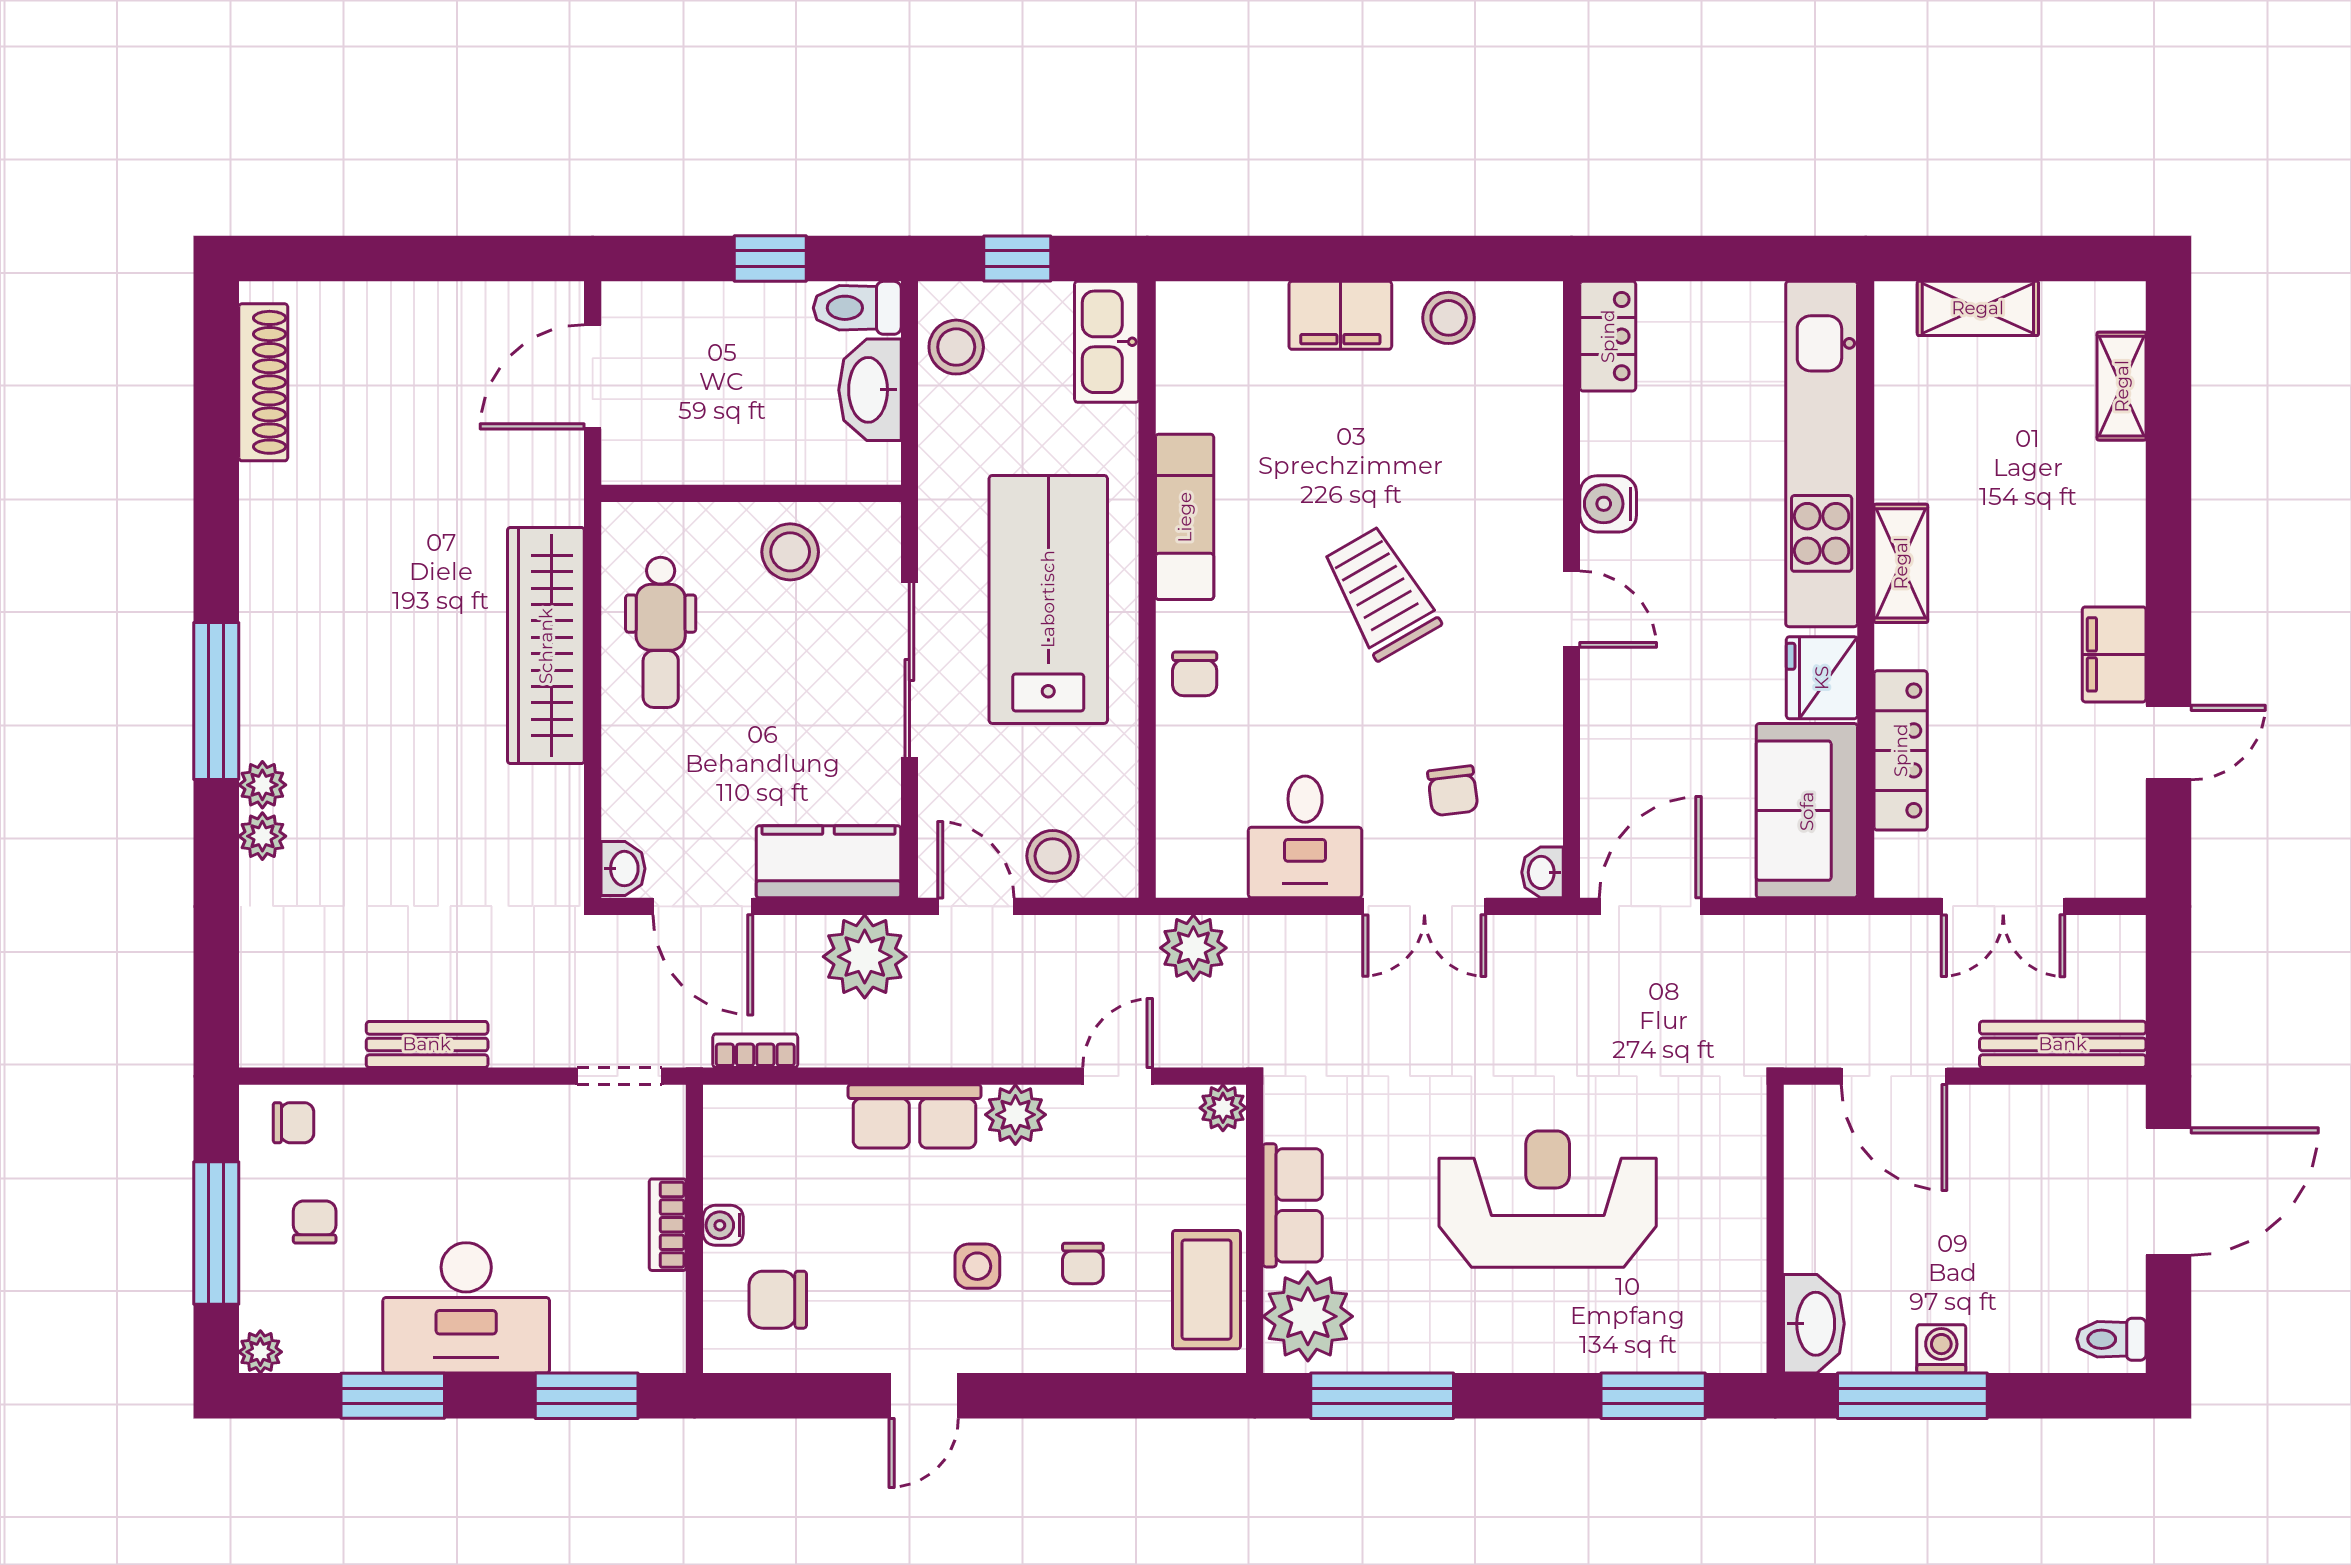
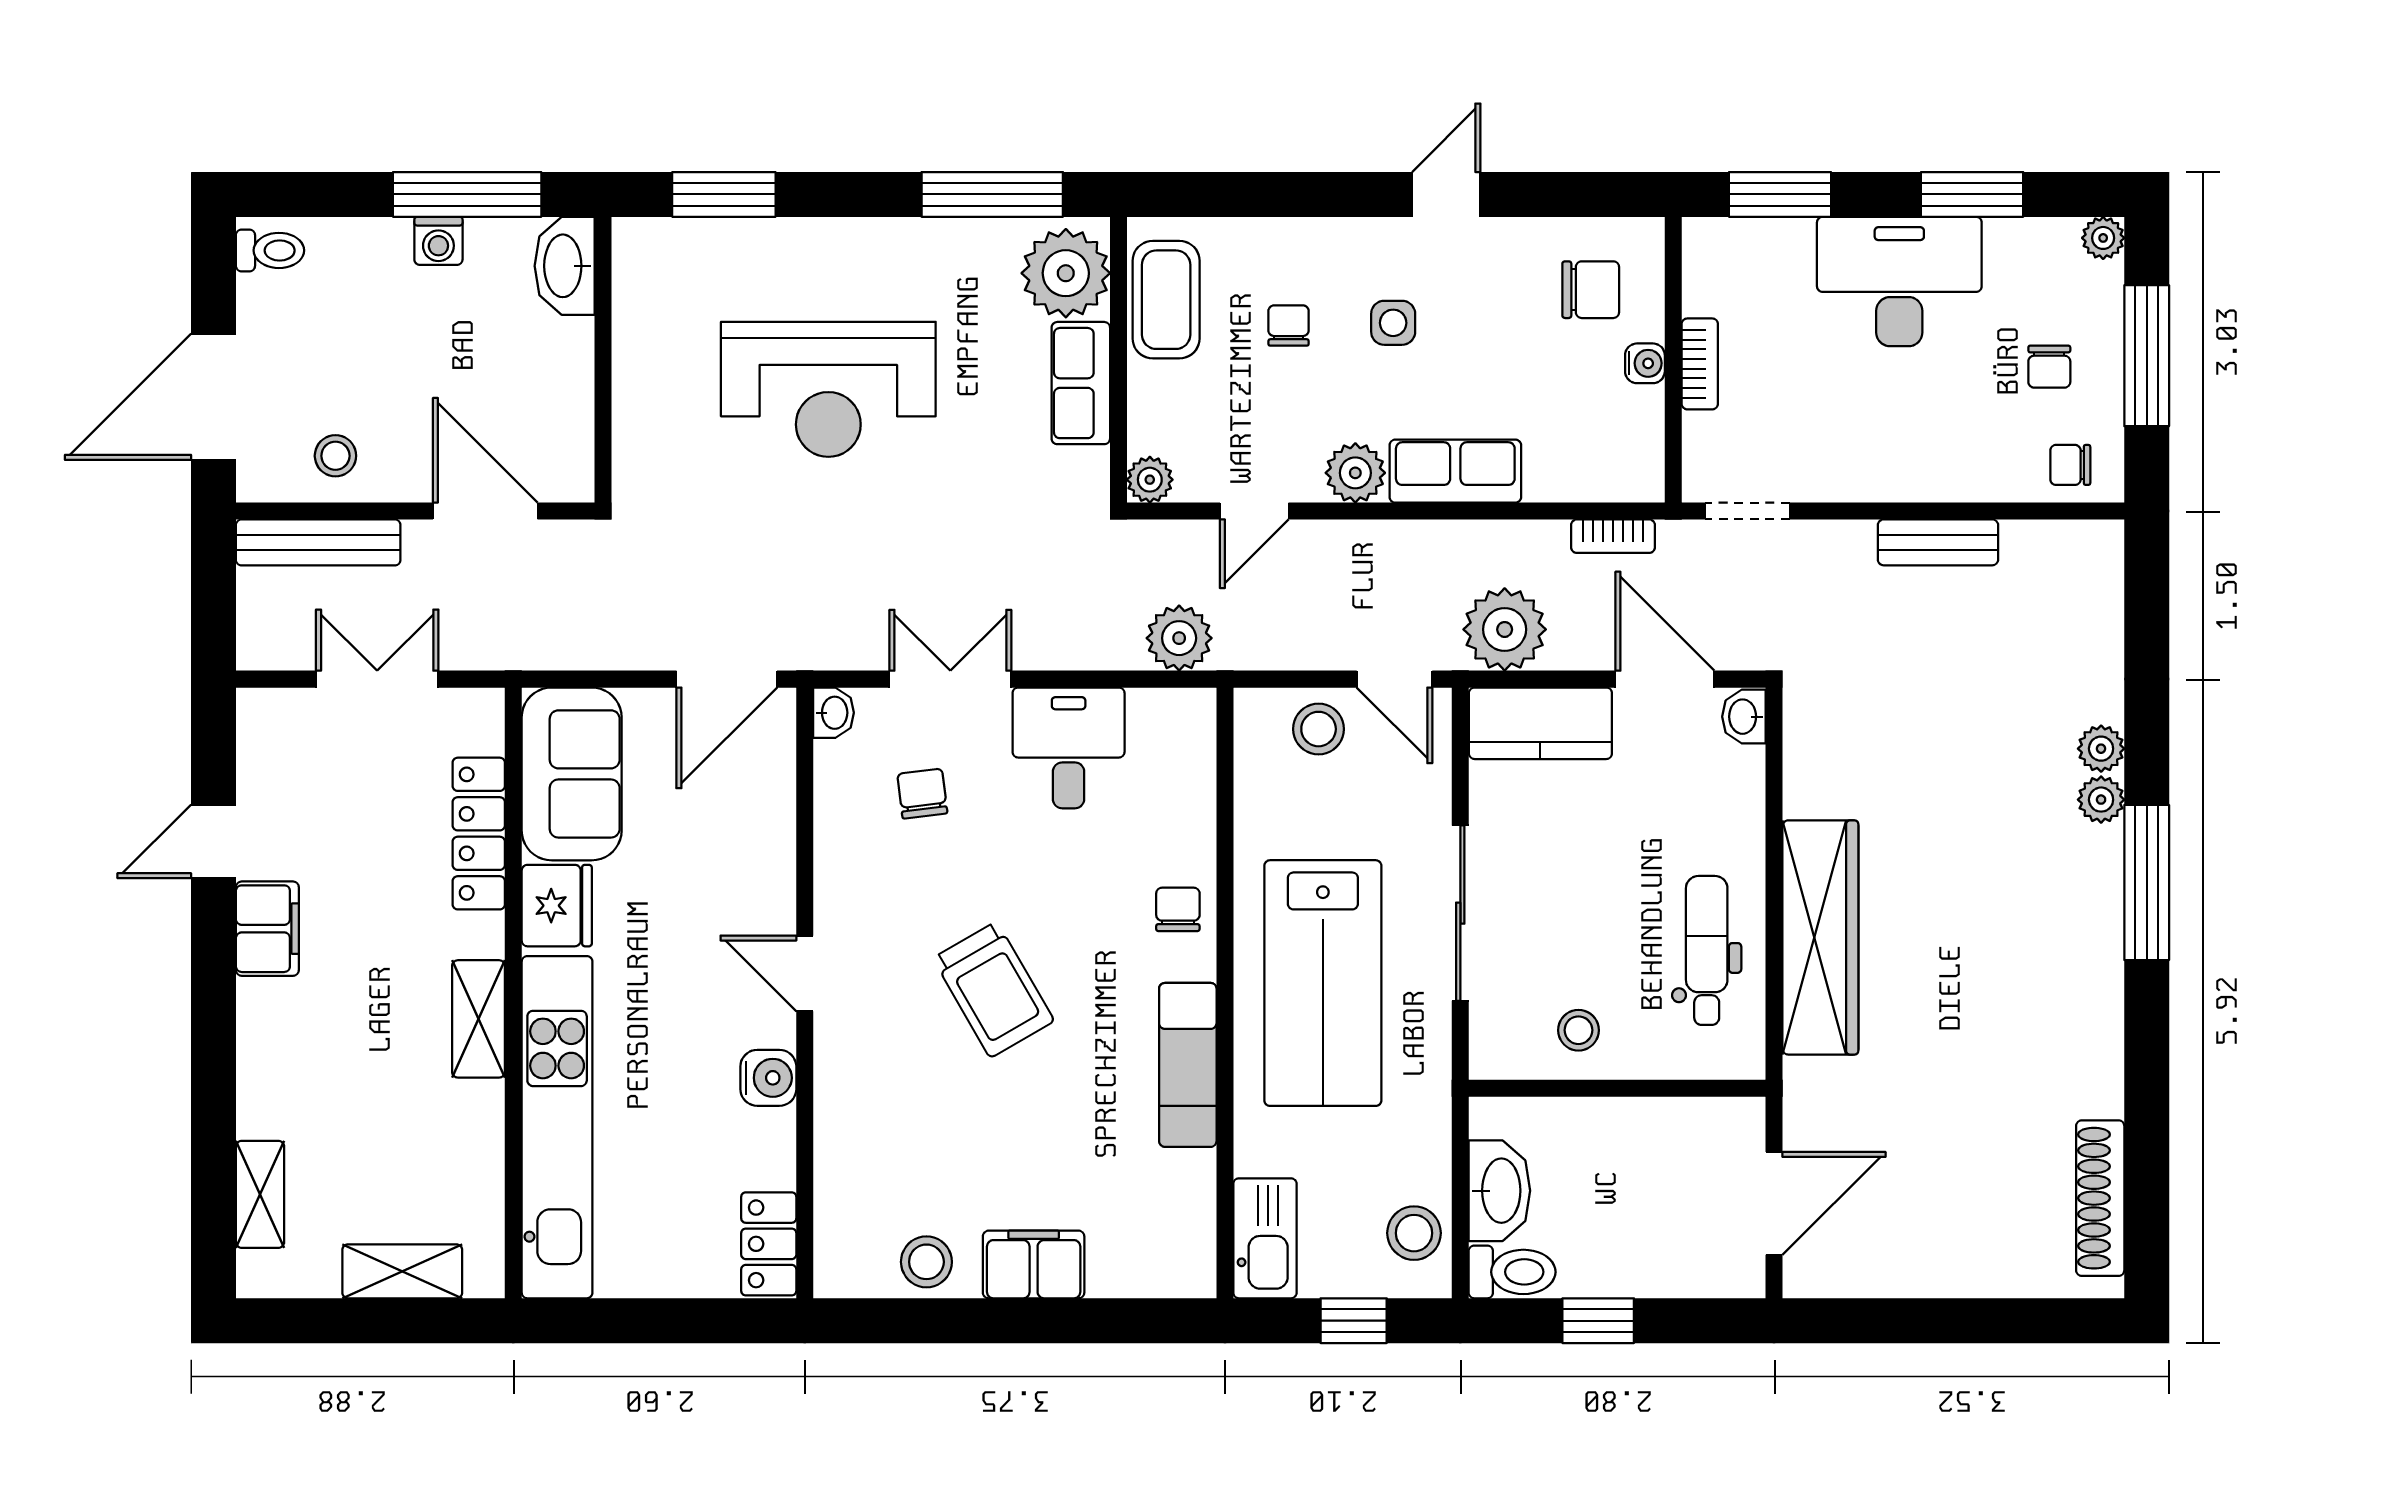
stool: (790, 552) -> (1578, 1030), width x0.73, depth x0.73
stool: (2045, 1132) -> (335, 456), added

